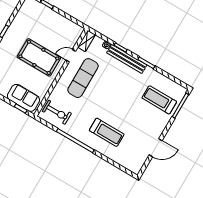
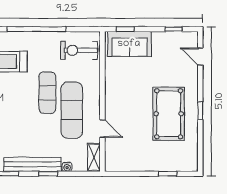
door: (71, 56) -> (102, 129), hinge flipped
pool table: (39, 57) -> (169, 114), moved, turned 90
exercise mat: (92, 98) -> (47, 93), added

